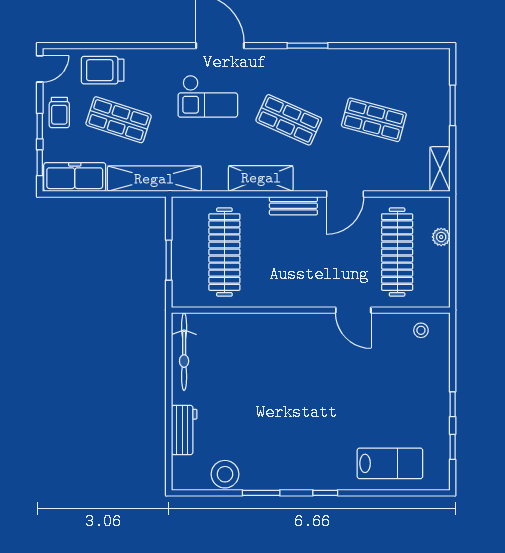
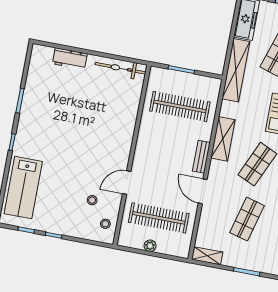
plant: (441, 237) -> (150, 246), moved
lab bench: (390, 463) -> (23, 188), width x1.36, depth x1.39
stool: (225, 474) -> (92, 200), moved, width x0.53, depth x0.53

